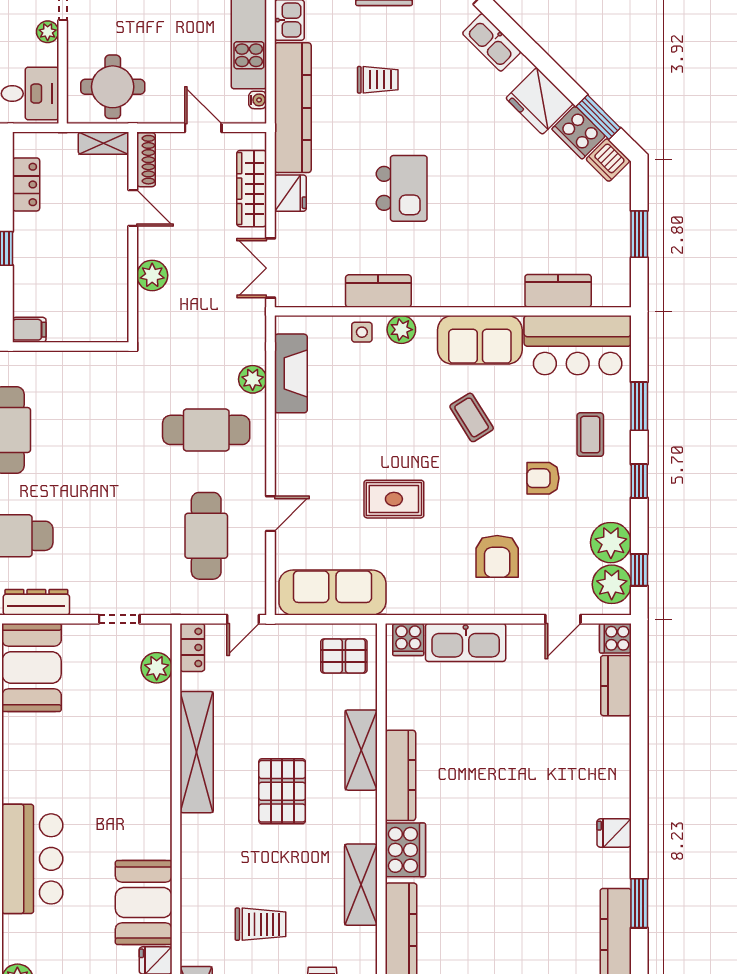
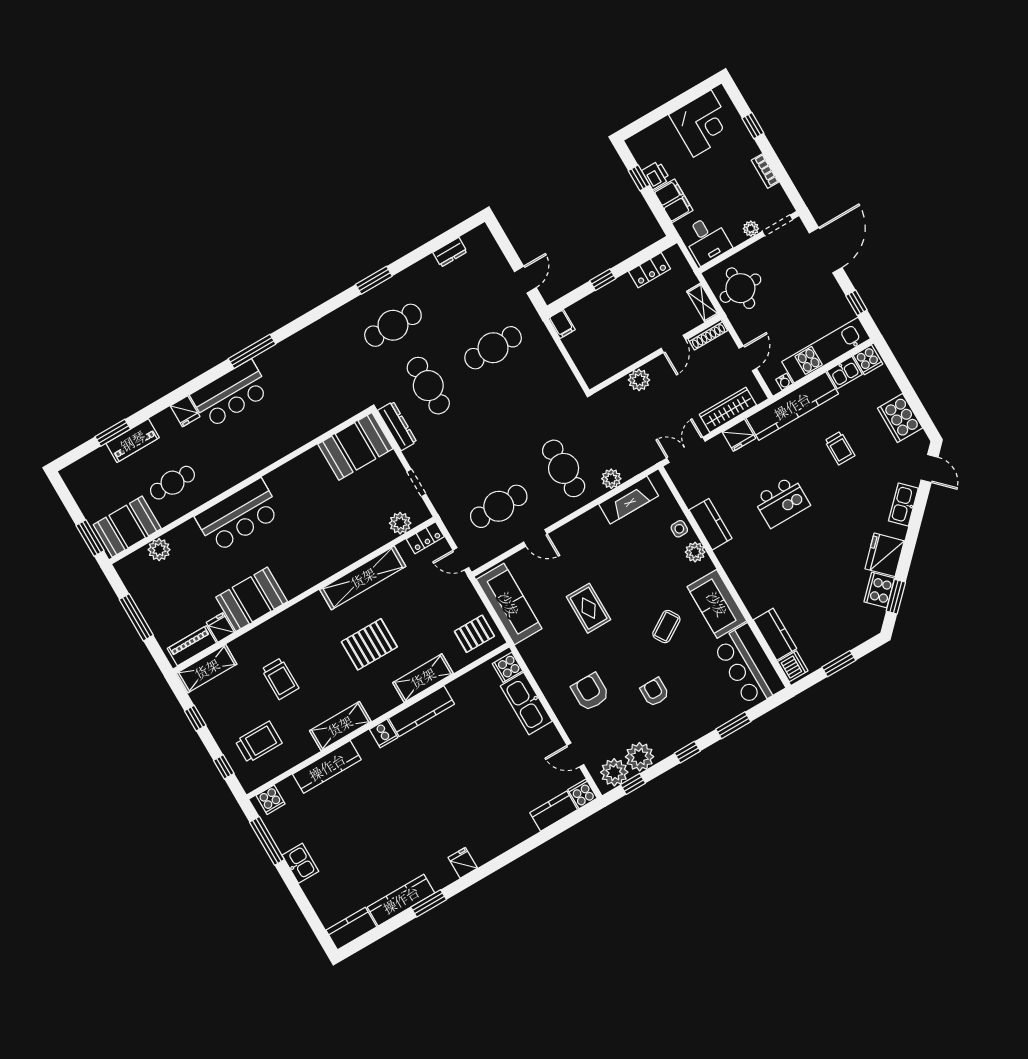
dishwasher: (608, 160) -> (793, 666), moved, turned 135
coffee table: (590, 435) -> (698, 705), removed
armchair: (497, 556) -> (590, 692), turned 90
pallet: (344, 656) -> (474, 634), turned 90
cooker: (405, 850) -> (384, 733), width x0.53, depth x0.76

